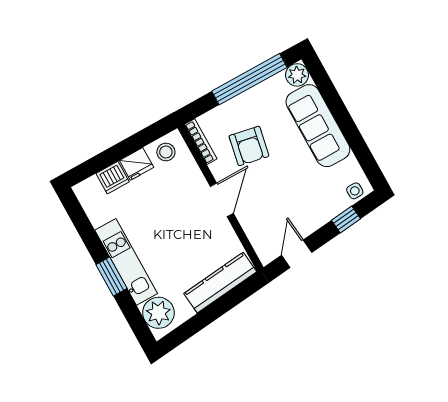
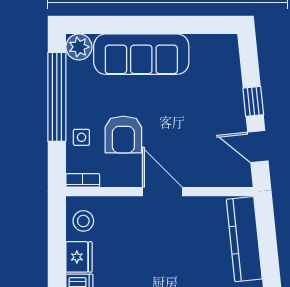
bookcase: (201, 142) -> (83, 180), width x0.64
armchair: (249, 146) -> (123, 134), turned 79
side table: (355, 191) -> (81, 137), moved
window: (346, 219) -> (253, 101), moved

